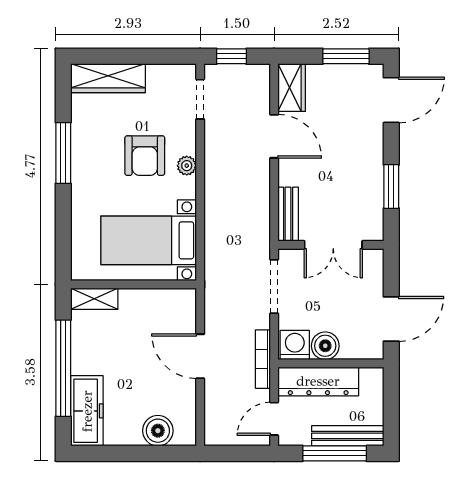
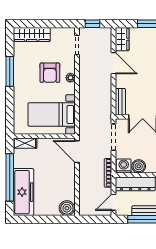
door: (200, 356) -> (77, 152), moved
freezer: (87, 411) -> (23, 192), width x1.36, depth x1.26
boiler: (158, 431) -> (67, 208), moved

